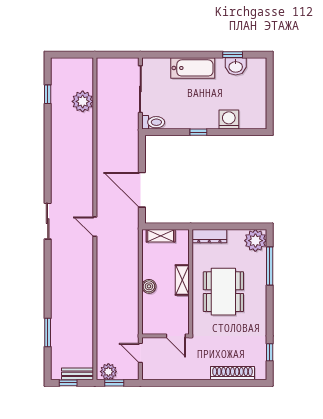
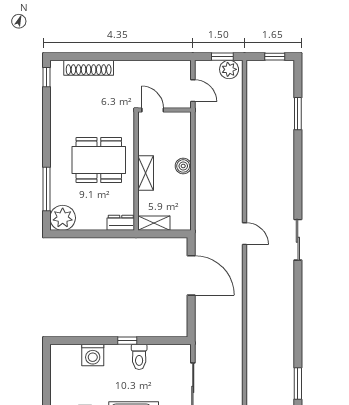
window: (48, 94) -> (298, 383), width x1.50
plant: (83, 101) -> (258, 375), removed
toilet: (153, 122) -> (139, 357), moved, turned -90
shelving: (161, 236) -> (154, 223), moved
dresser: (209, 236) -> (121, 223), width x0.70
dining table: (223, 292) -> (99, 160), turned 90
window: (270, 352) -> (47, 77), moved
bench: (77, 374) -> (264, 67), removed

